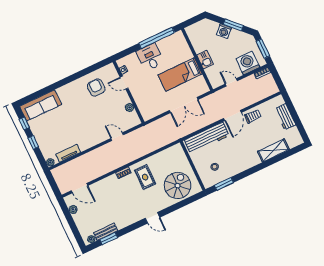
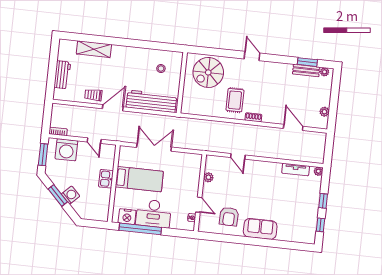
nightstand: (172, 41) -> (127, 217), added
desk: (150, 57) -> (154, 213), width x1.37
sofa: (41, 105) -> (260, 229), moved, width x0.73
window: (224, 184) -> (162, 46), removed
door: (79, 188) -> (293, 127), moved

